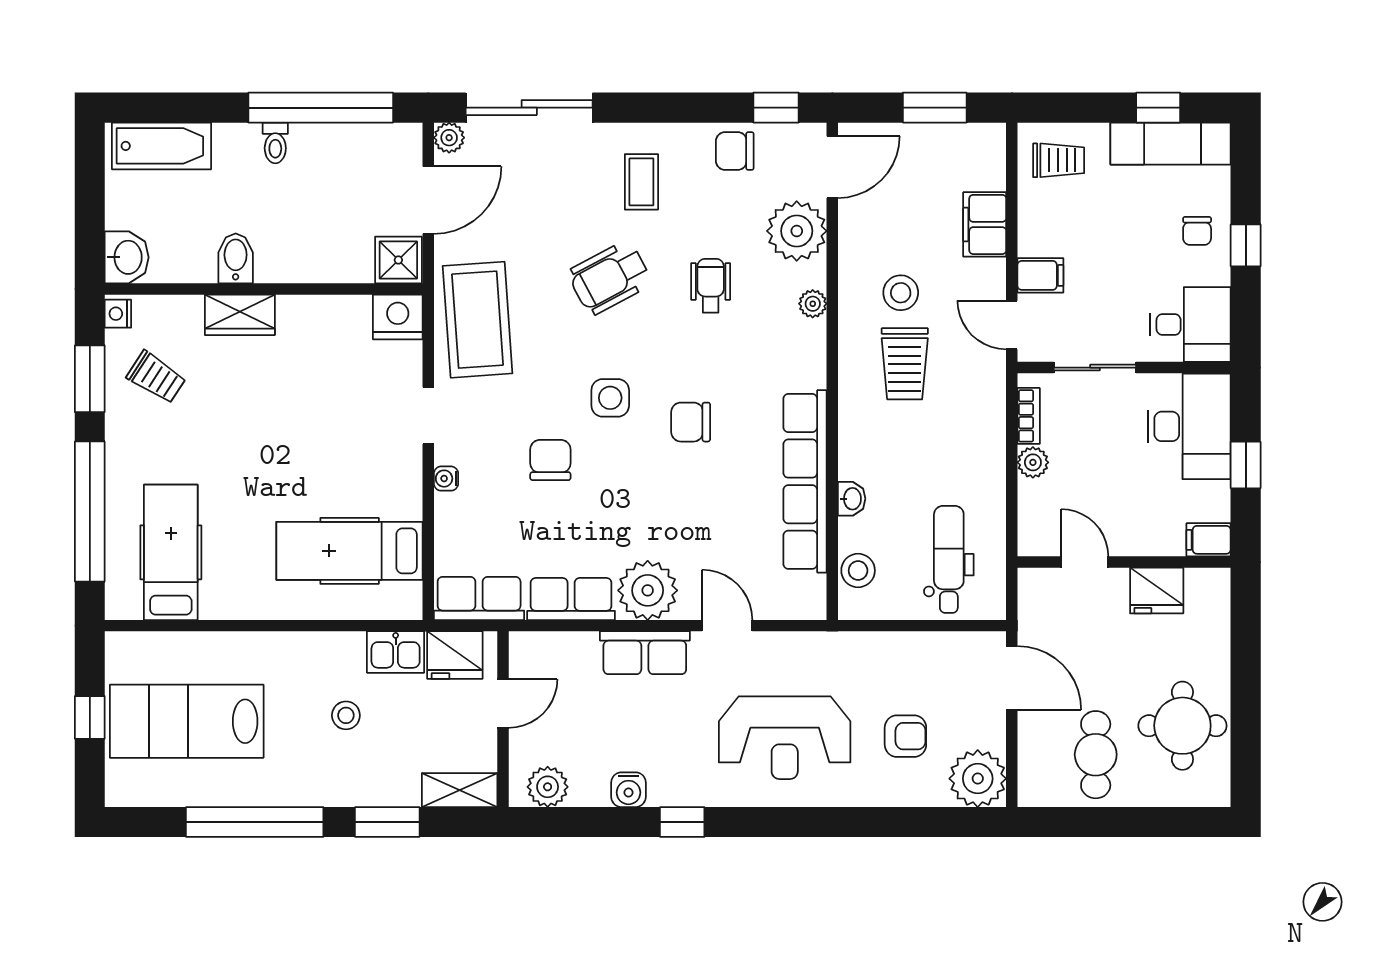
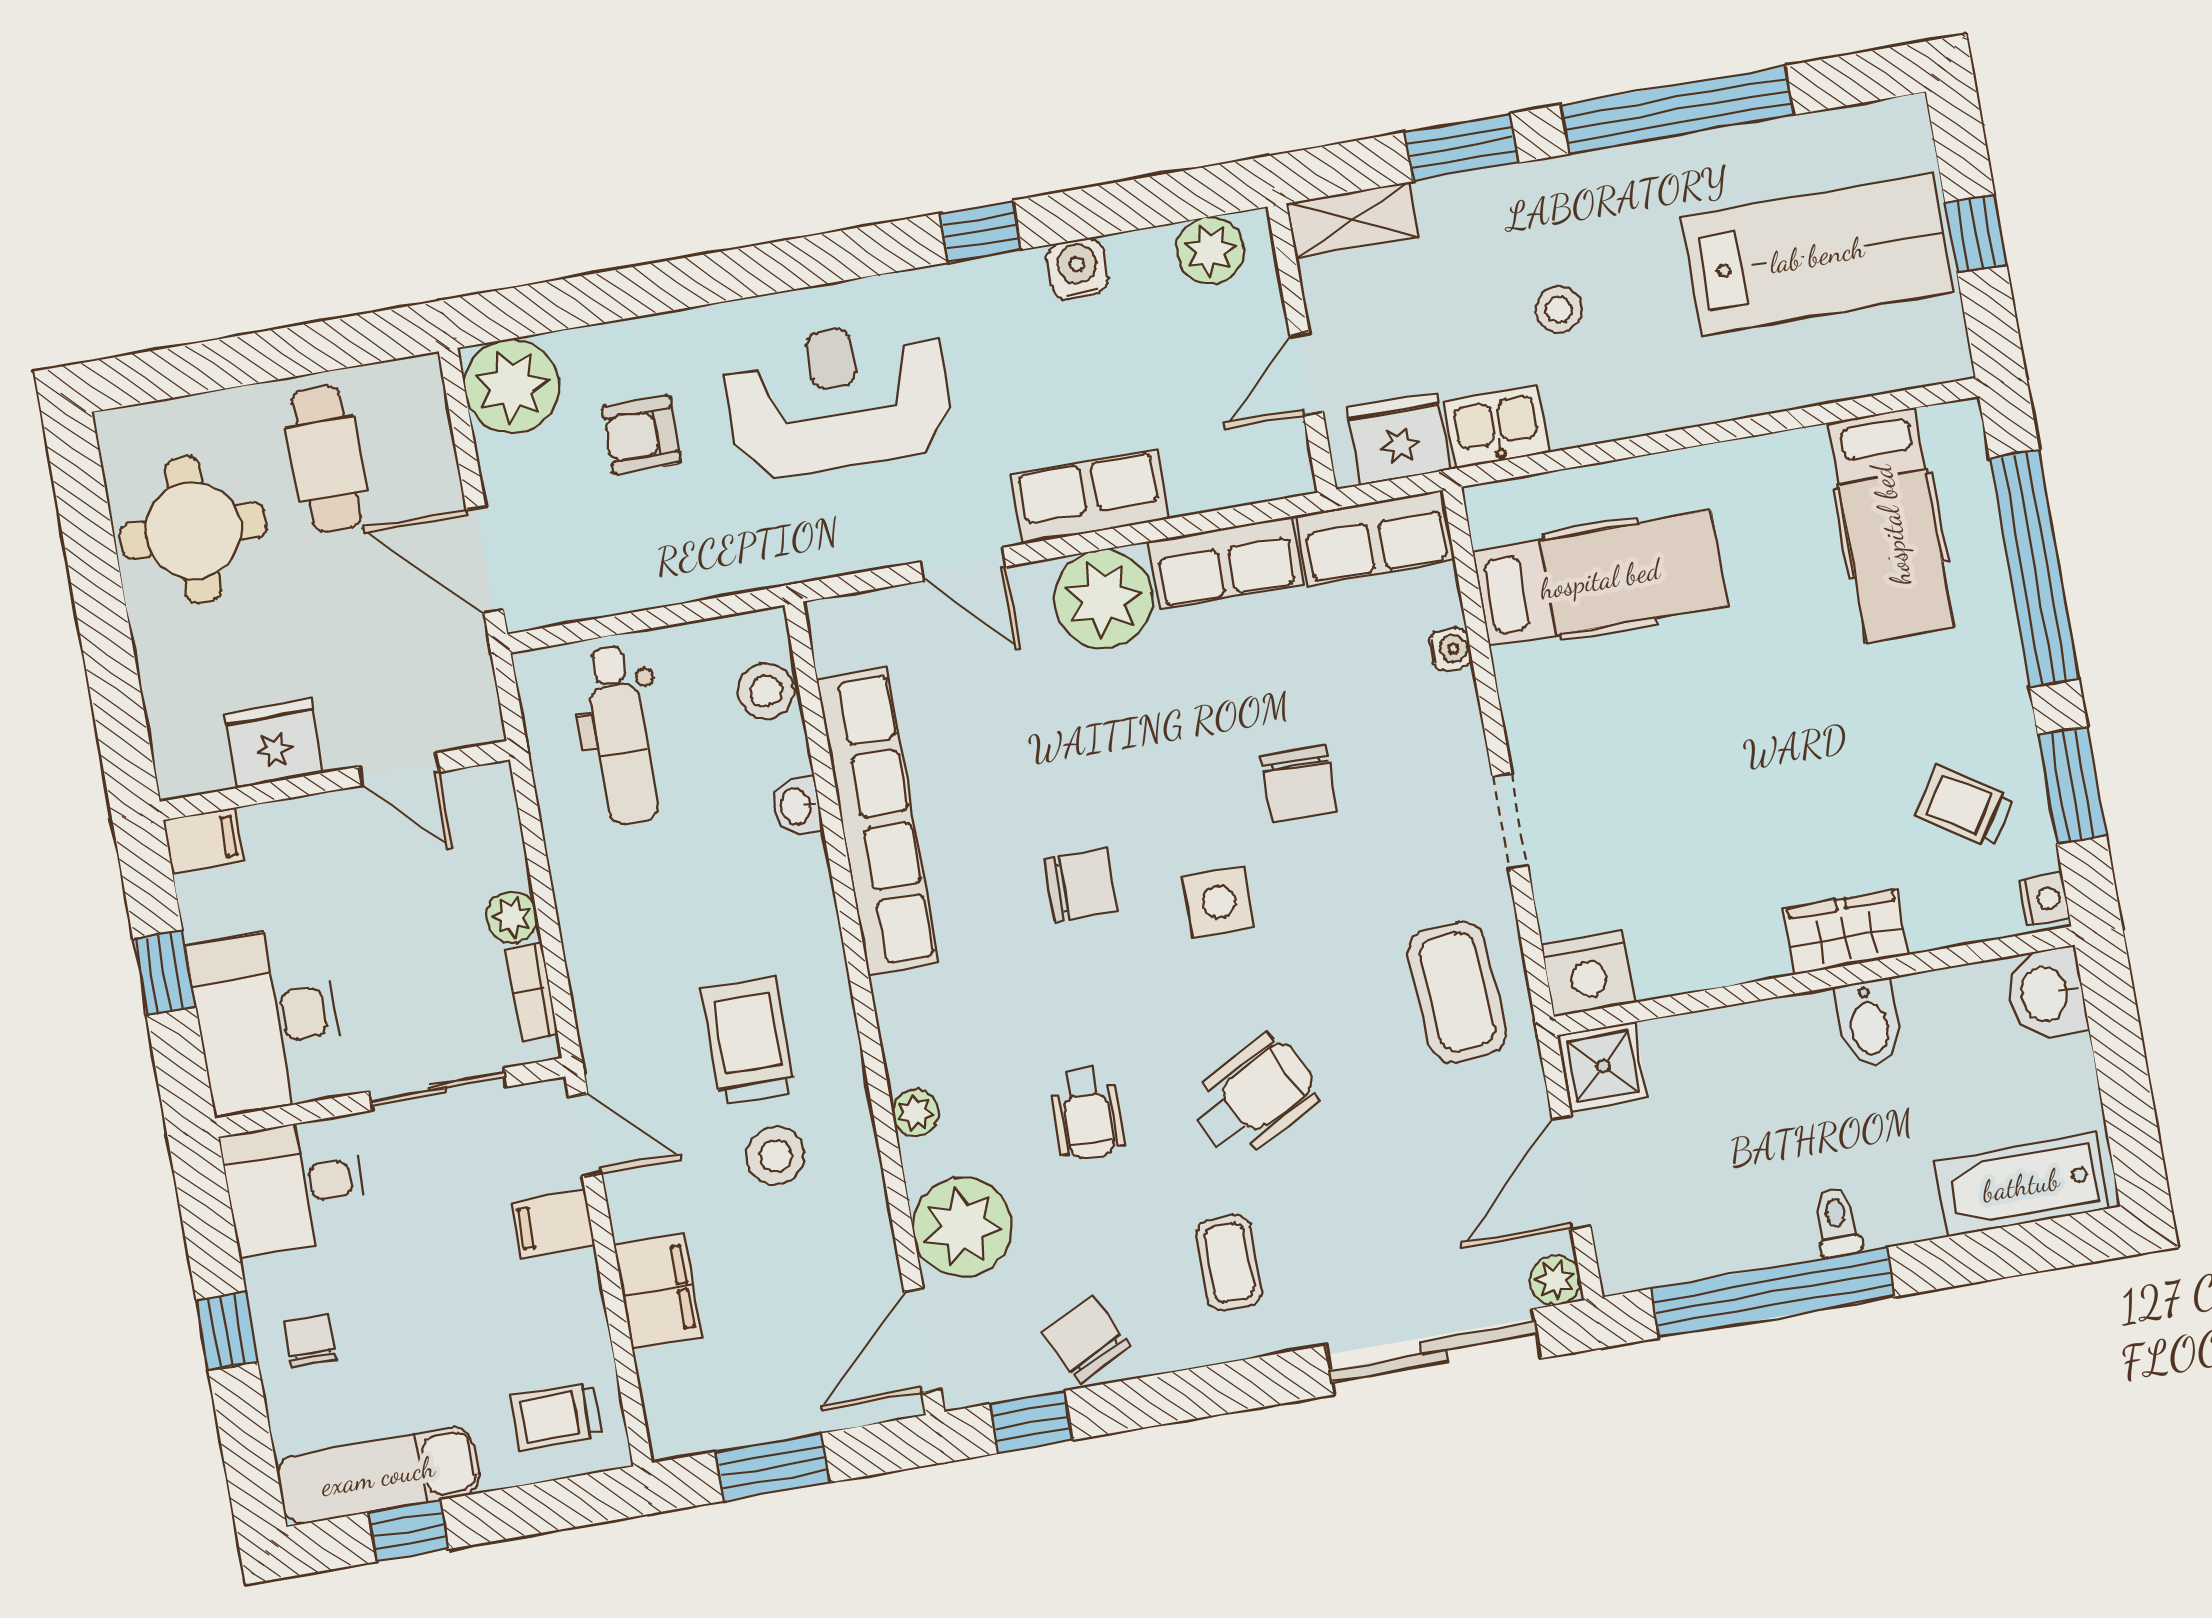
chair: (735, 151) -> (1086, 1340), turned -117
coffee table: (478, 320) -> (1457, 992), width x0.73, depth x0.76
water cooler: (446, 479) -> (1450, 649), moved

